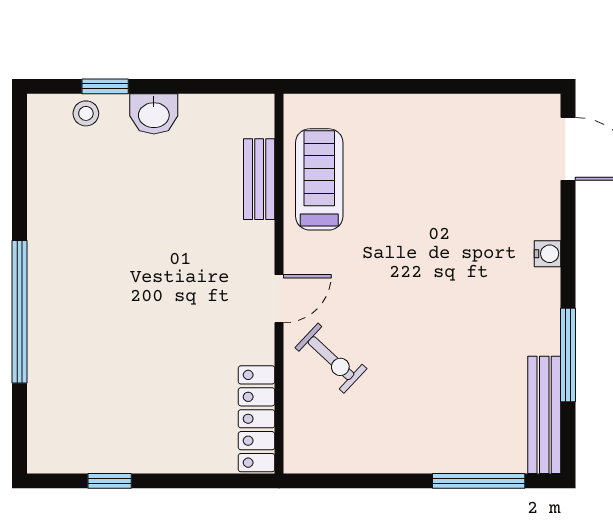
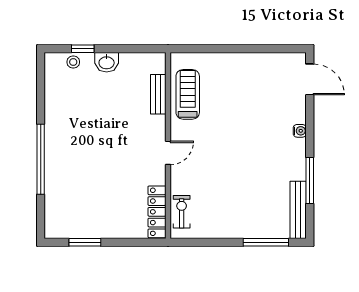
exercise bike: (331, 358) -> (182, 212), moved, turned -133
window: (110, 481) -> (85, 242), width x1.50

